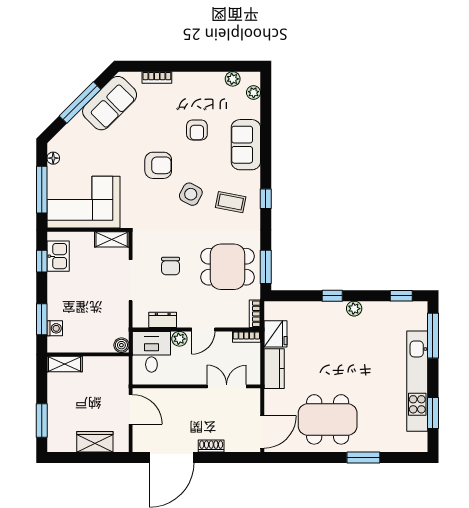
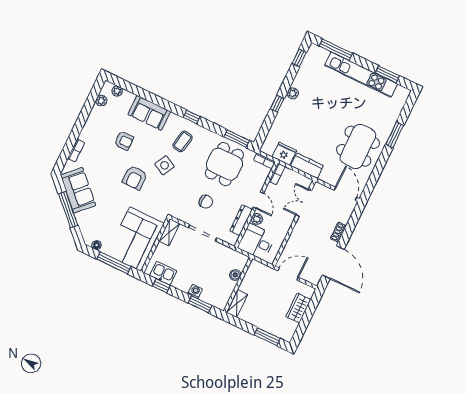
armchair: (158, 165) -> (135, 178), turned 180
dresser: (163, 320) -> (241, 220), width x1.44
washing machine: (55, 328) -> (195, 291), moved
boiler: (121, 345) -> (235, 275), moved

